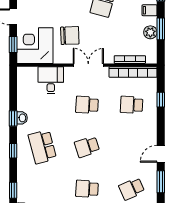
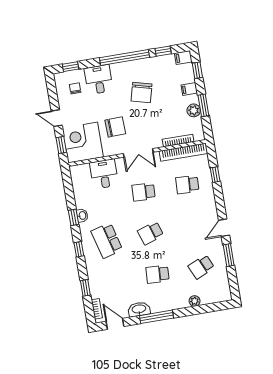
double door: (88, 65) -> (138, 153), swing flipped

